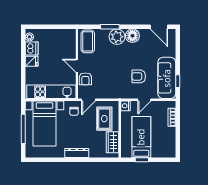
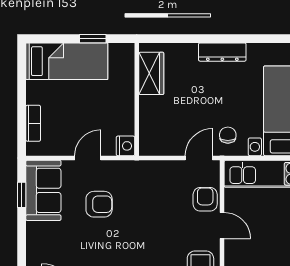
sofa: (167, 78) -> (43, 190), width x0.73
rug: (104, 119) -> (167, 120), removed
bed: (141, 137) -> (67, 61), moved, turned -90

